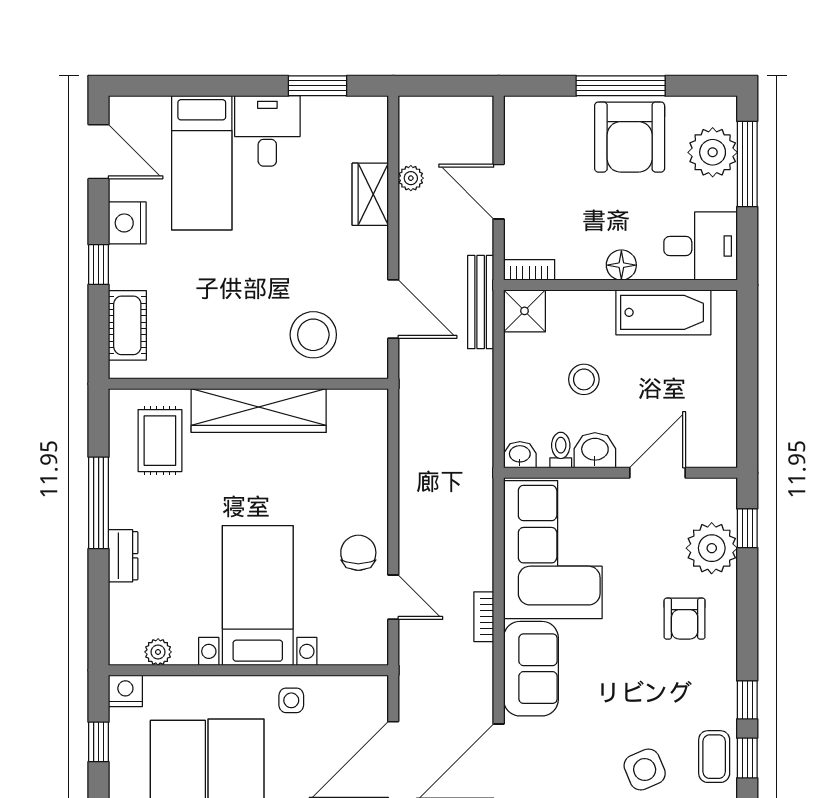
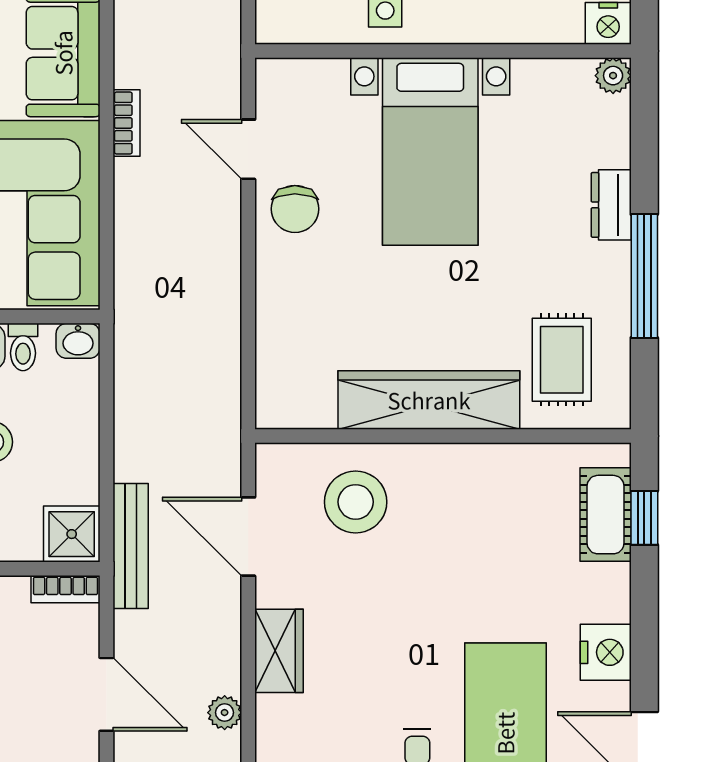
wardrobe: (370, 194) -> (279, 651), moved
window: (99, 264) -> (644, 518), moved
plant: (158, 652) -> (613, 76), moved

